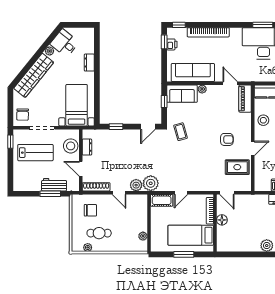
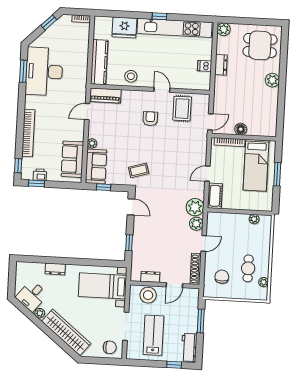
sofa: (193, 73) -> (72, 159), width x0.73
window: (10, 142) -> (174, 365), moved
workbench: (54, 185) -> (189, 347), moved
door: (181, 193) -> (207, 174), swing flipped

